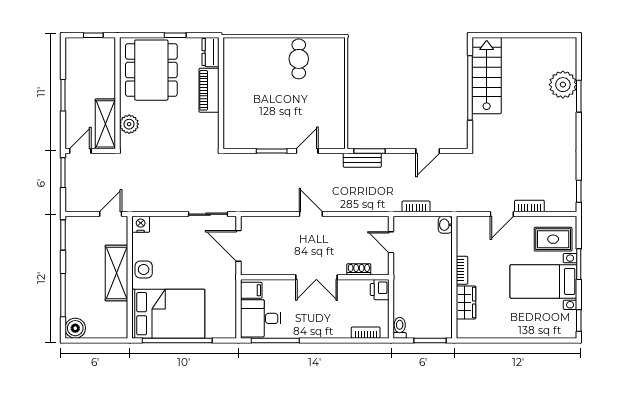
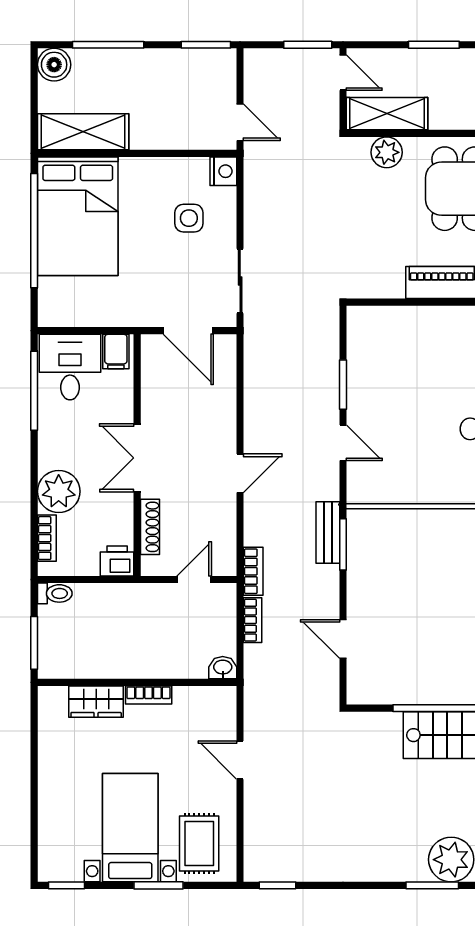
bookcase: (529, 206) -> (253, 571), moved
door: (311, 214) -> (240, 473), moved
door: (238, 246) -> (188, 331), swing flipped
shoe rack: (359, 269) -> (150, 527), width x1.43
side table: (144, 270) -> (189, 218), moved
shelving: (116, 273) -> (83, 132), moved
plant: (337, 325) -> (59, 491), added

